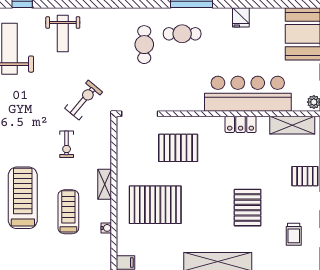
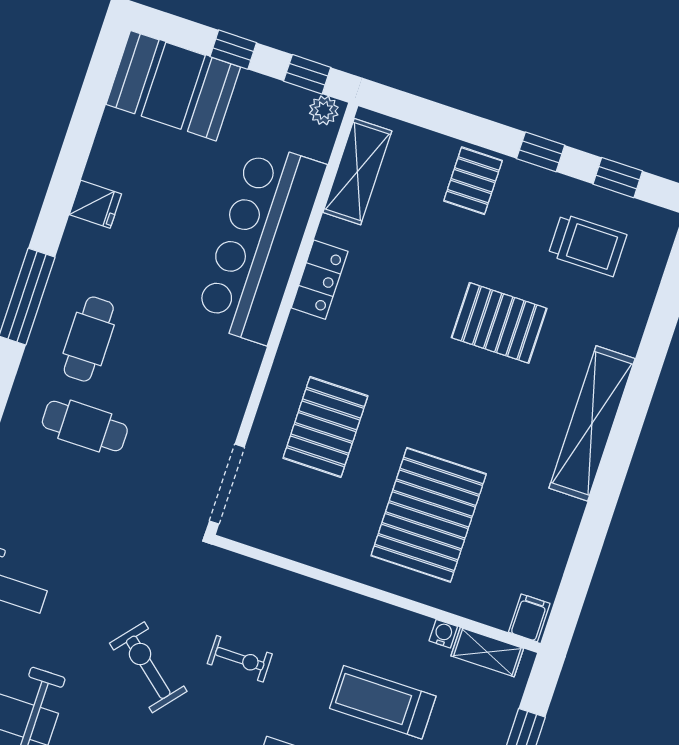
exercise bike: (84, 100) -> (148, 667), moved
shelving: (105, 184) -> (487, 652), moved
trolley: (294, 234) -> (587, 245), width x1.36, depth x1.39

